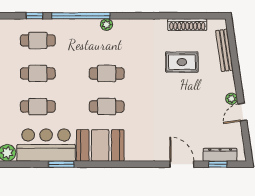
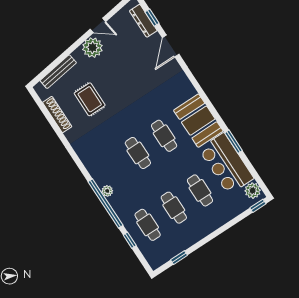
plant: (106, 25) -> (107, 191), moved
plant: (232, 99) -> (92, 48), width x1.88, depth x1.88

